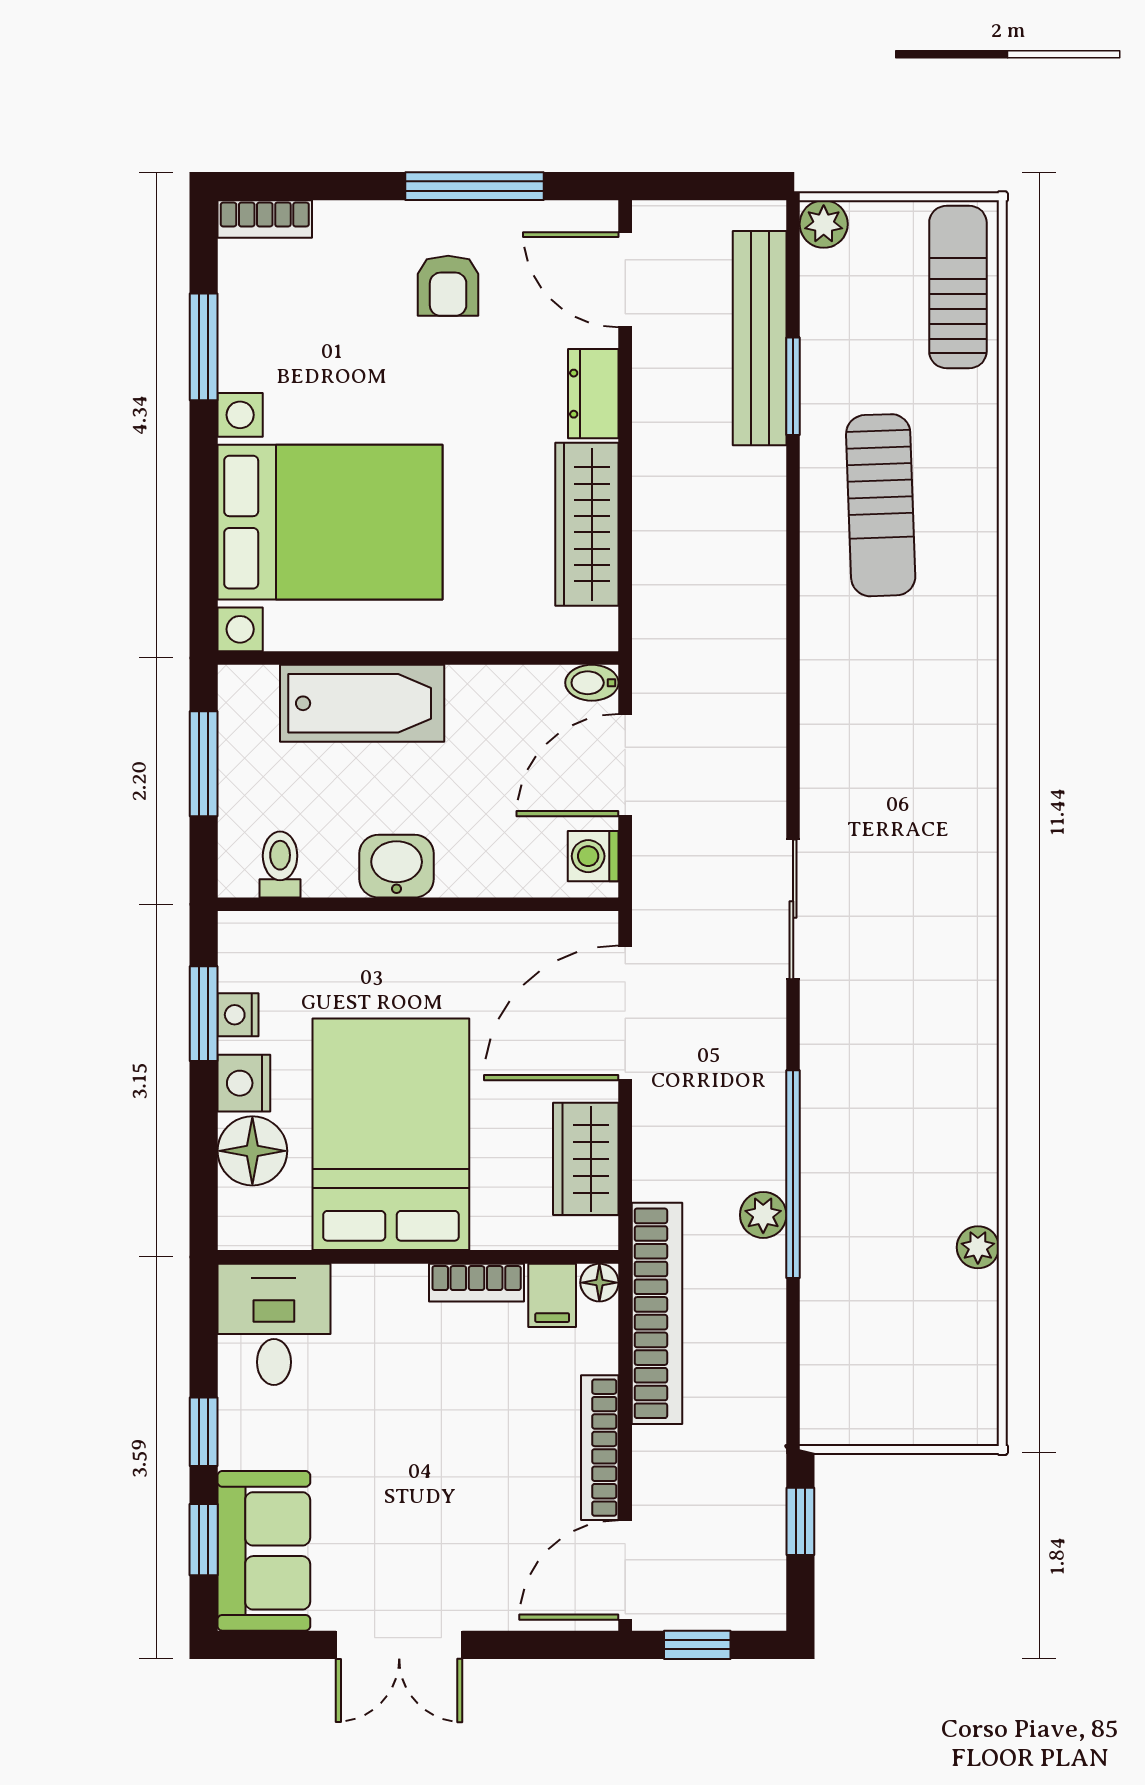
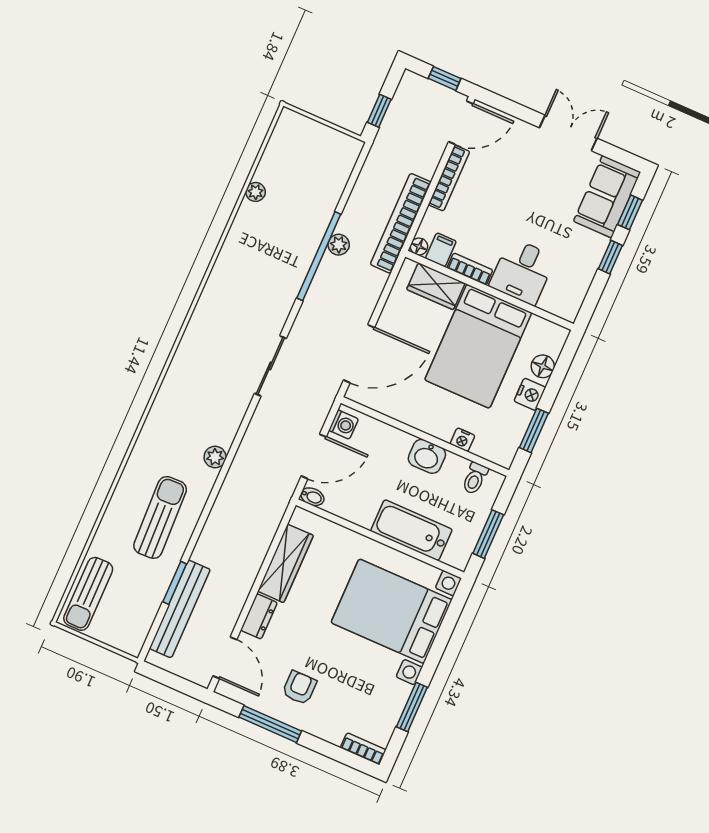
plant: (824, 224) -> (215, 457), moved
nightstand: (238, 1015) -> (462, 440), moved, turned 90
floor lamp: (252, 1151) -> (543, 366), width x0.73, depth x0.73
wardrobe: (586, 1159) -> (436, 286), moved, turned 90
desk: (274, 1324) -> (522, 271), moved

